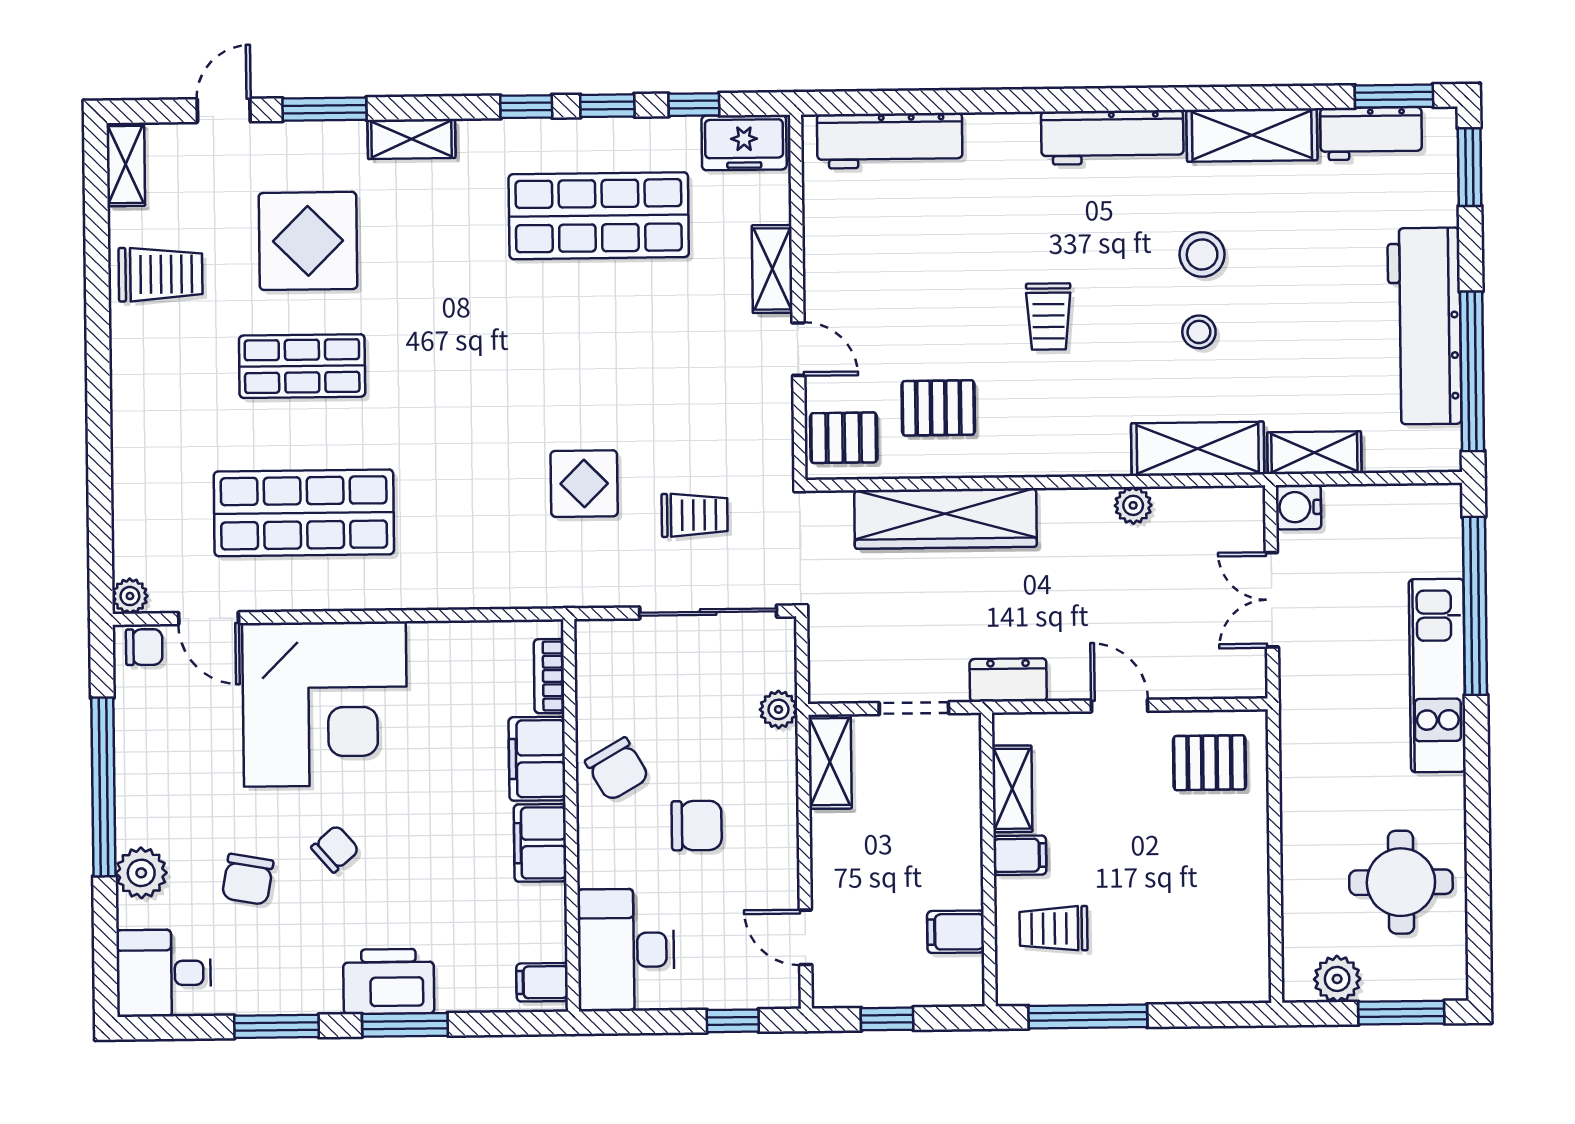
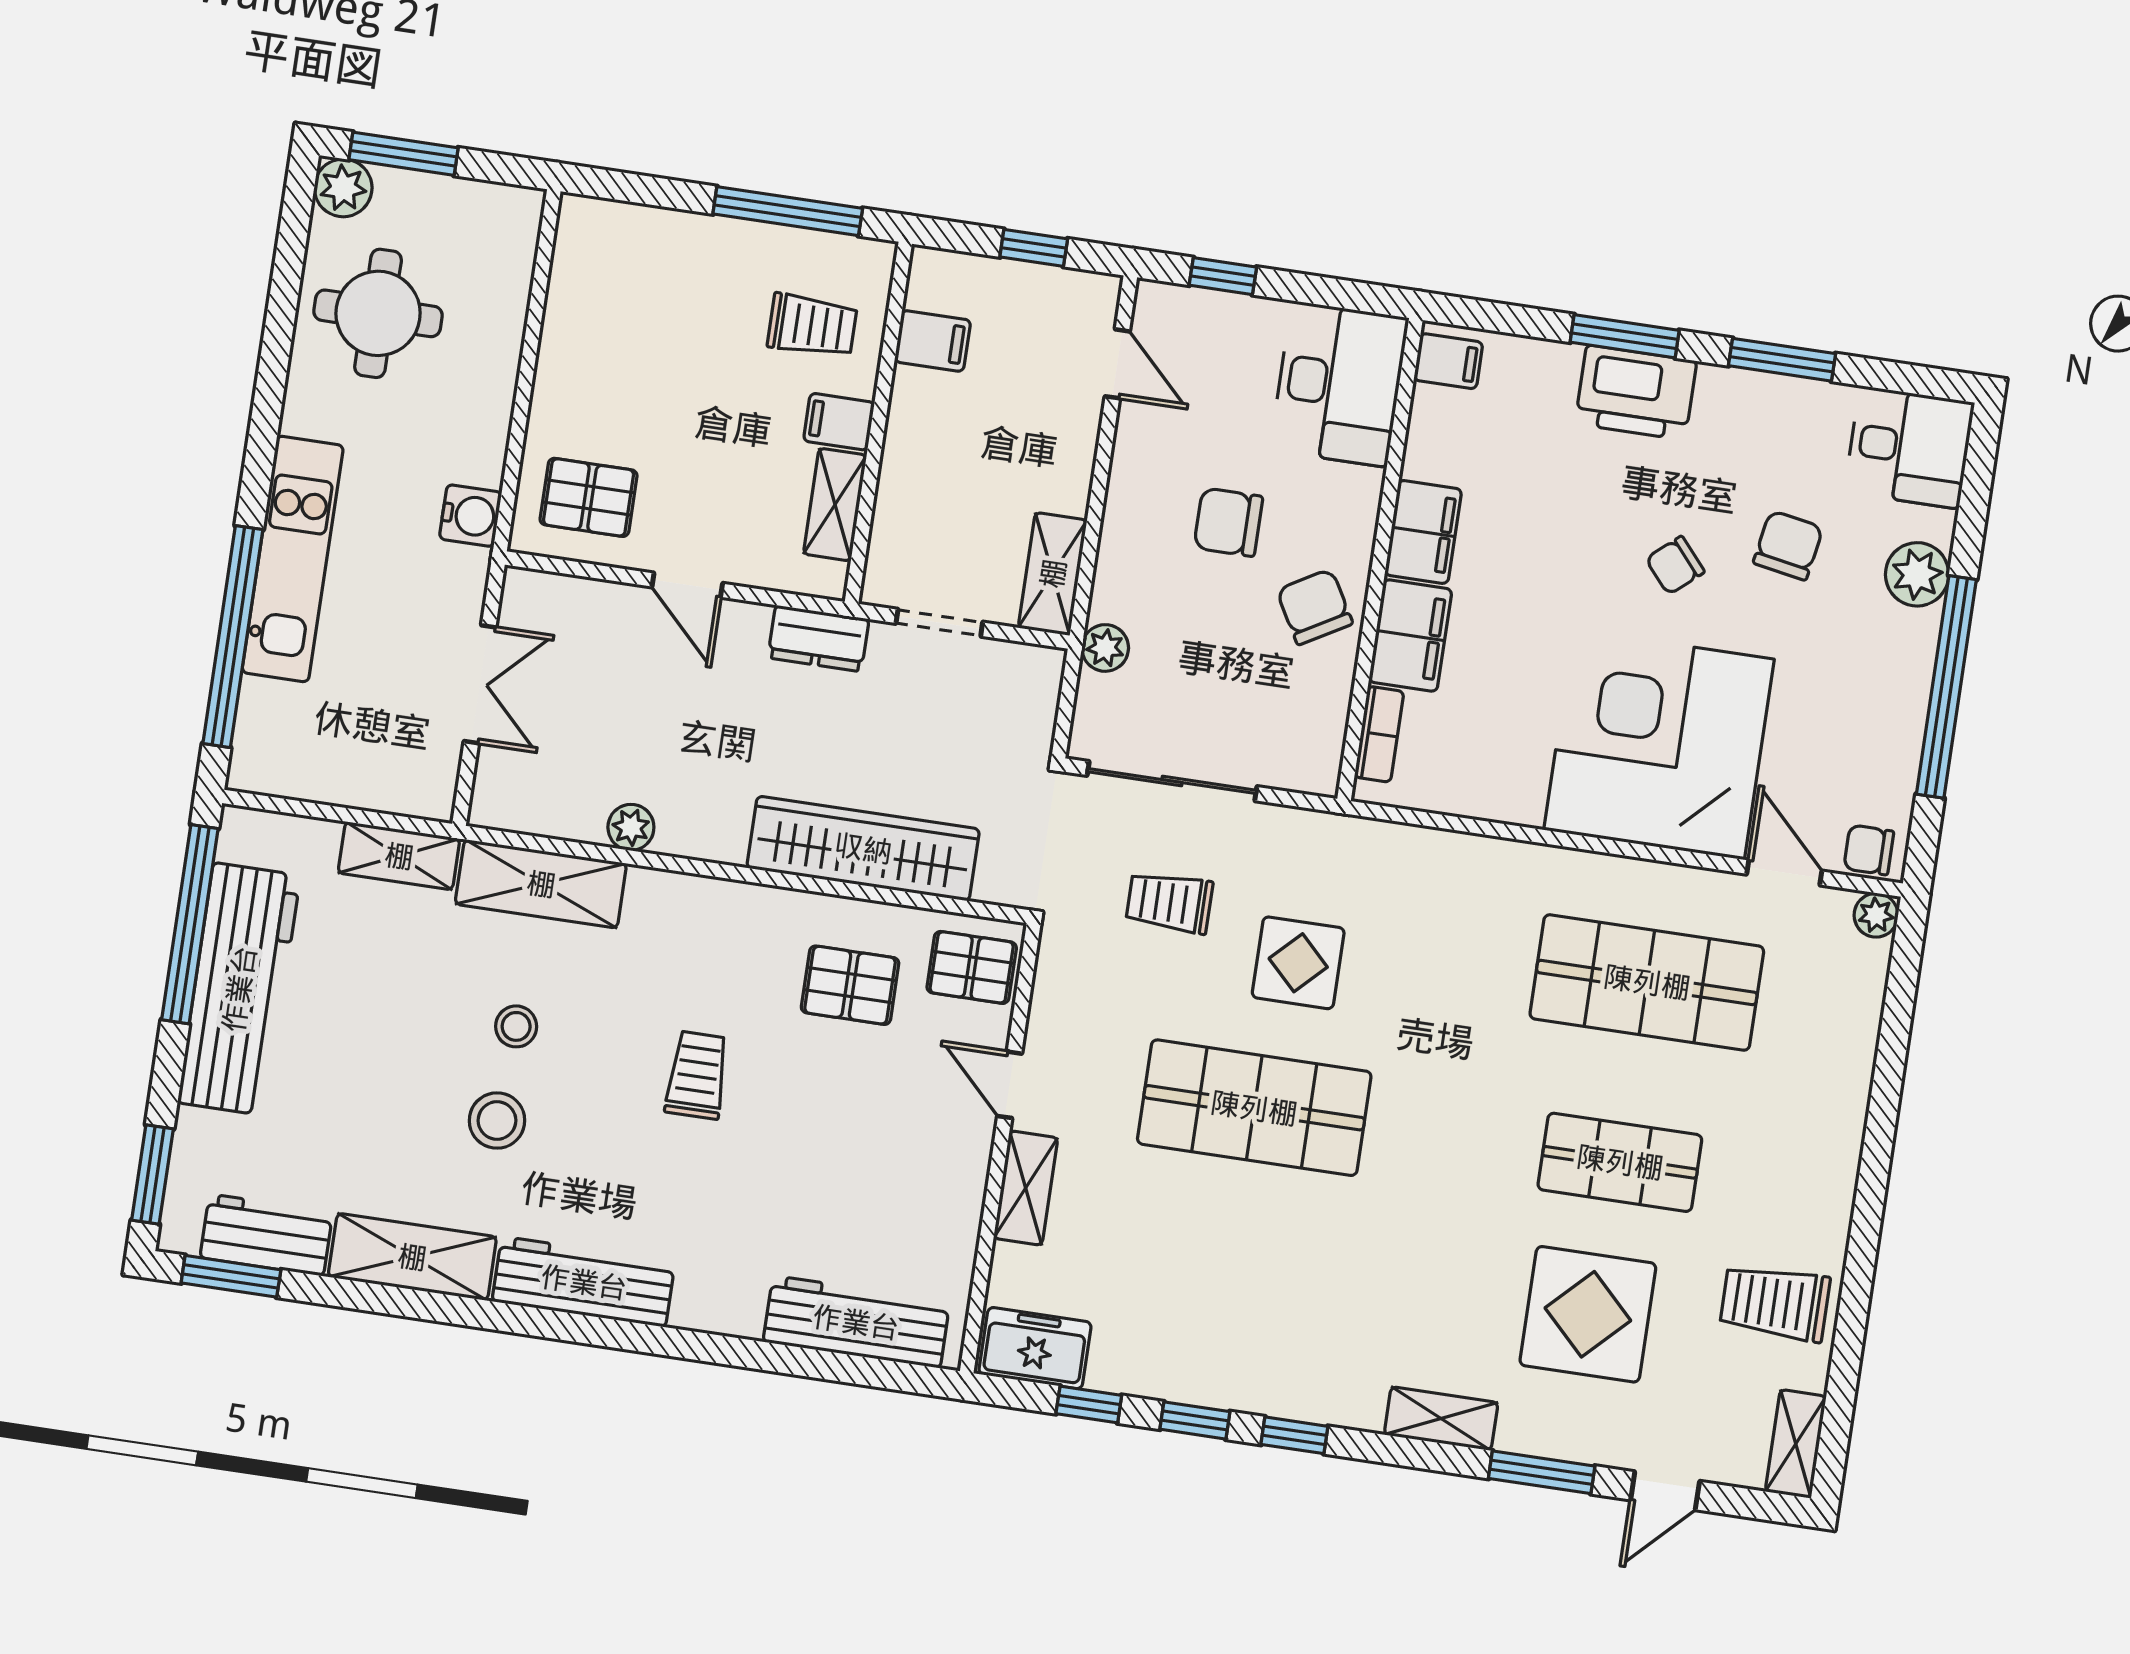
shop shelf: (599, 216) -> (1254, 1108), moved
water cooler: (1298, 507) -> (470, 516), moved
plant: (1337, 979) -> (343, 188), moved

